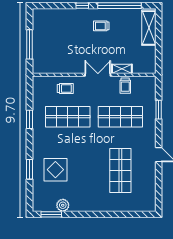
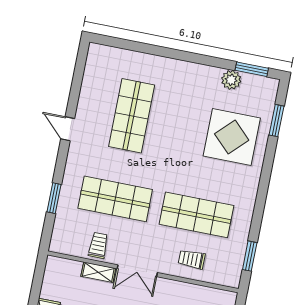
window: (30, 119) -> (250, 256), moved
window: (30, 169) -> (277, 121), moved
display table: (55, 170) -> (232, 137), width x1.36, depth x1.36

